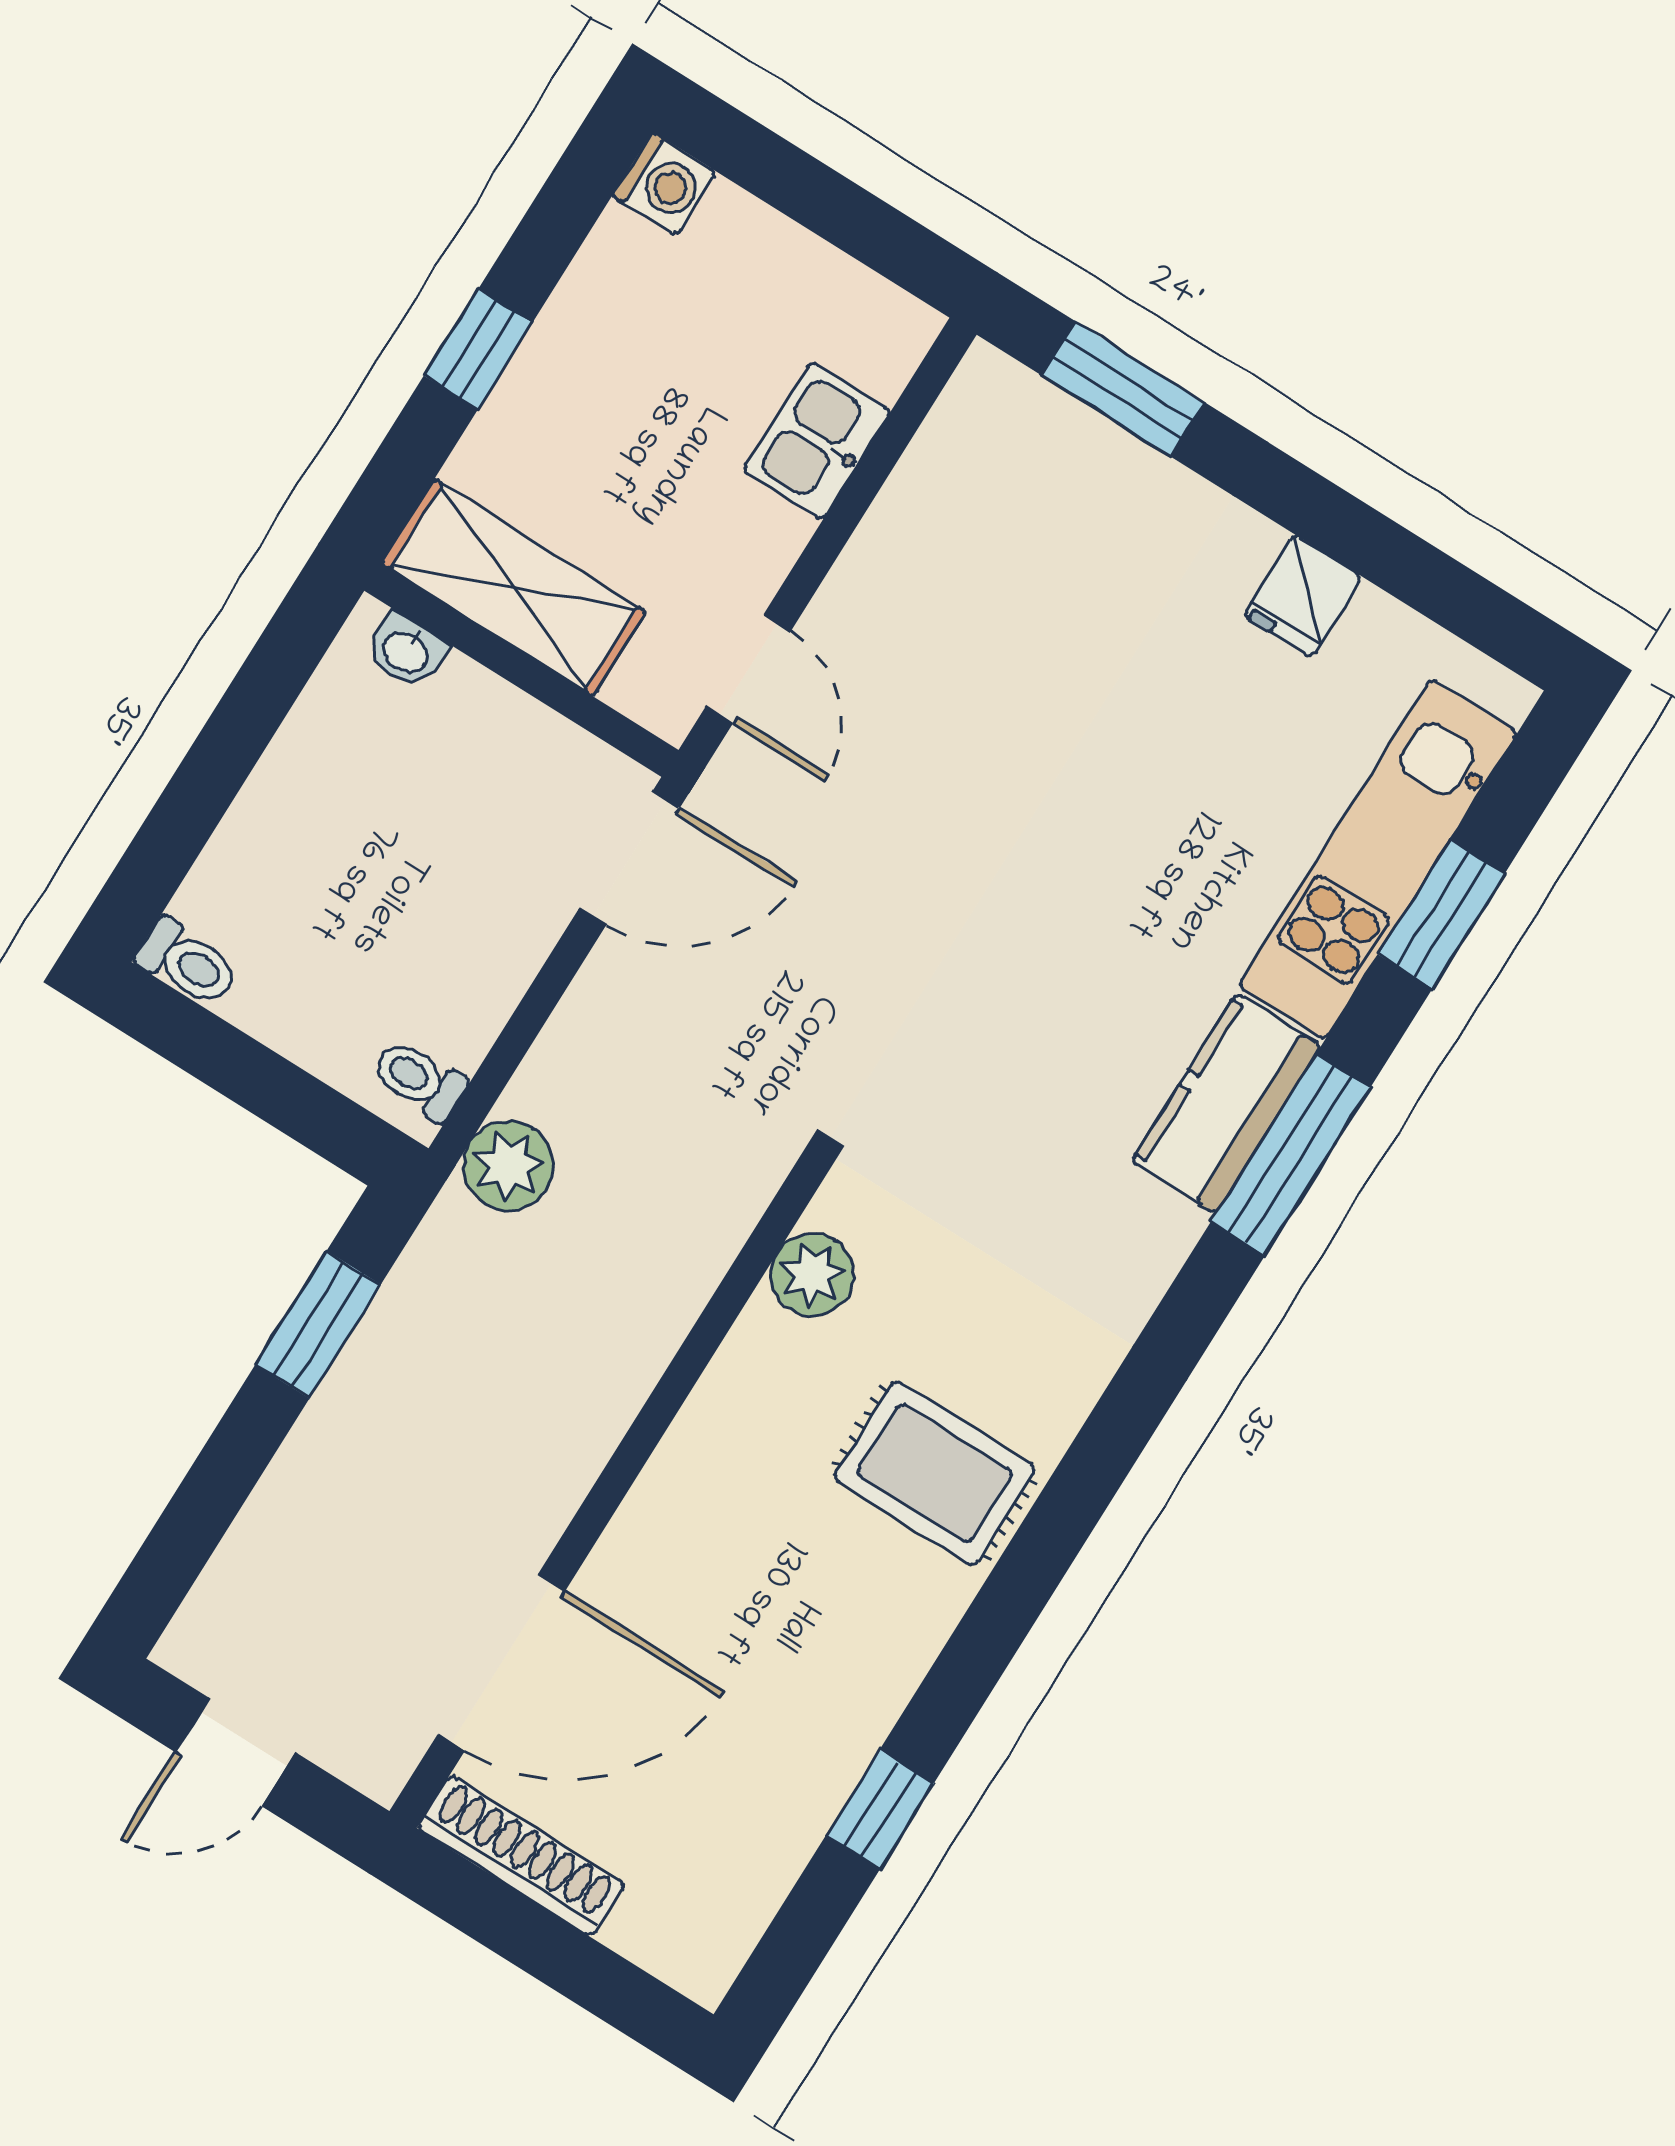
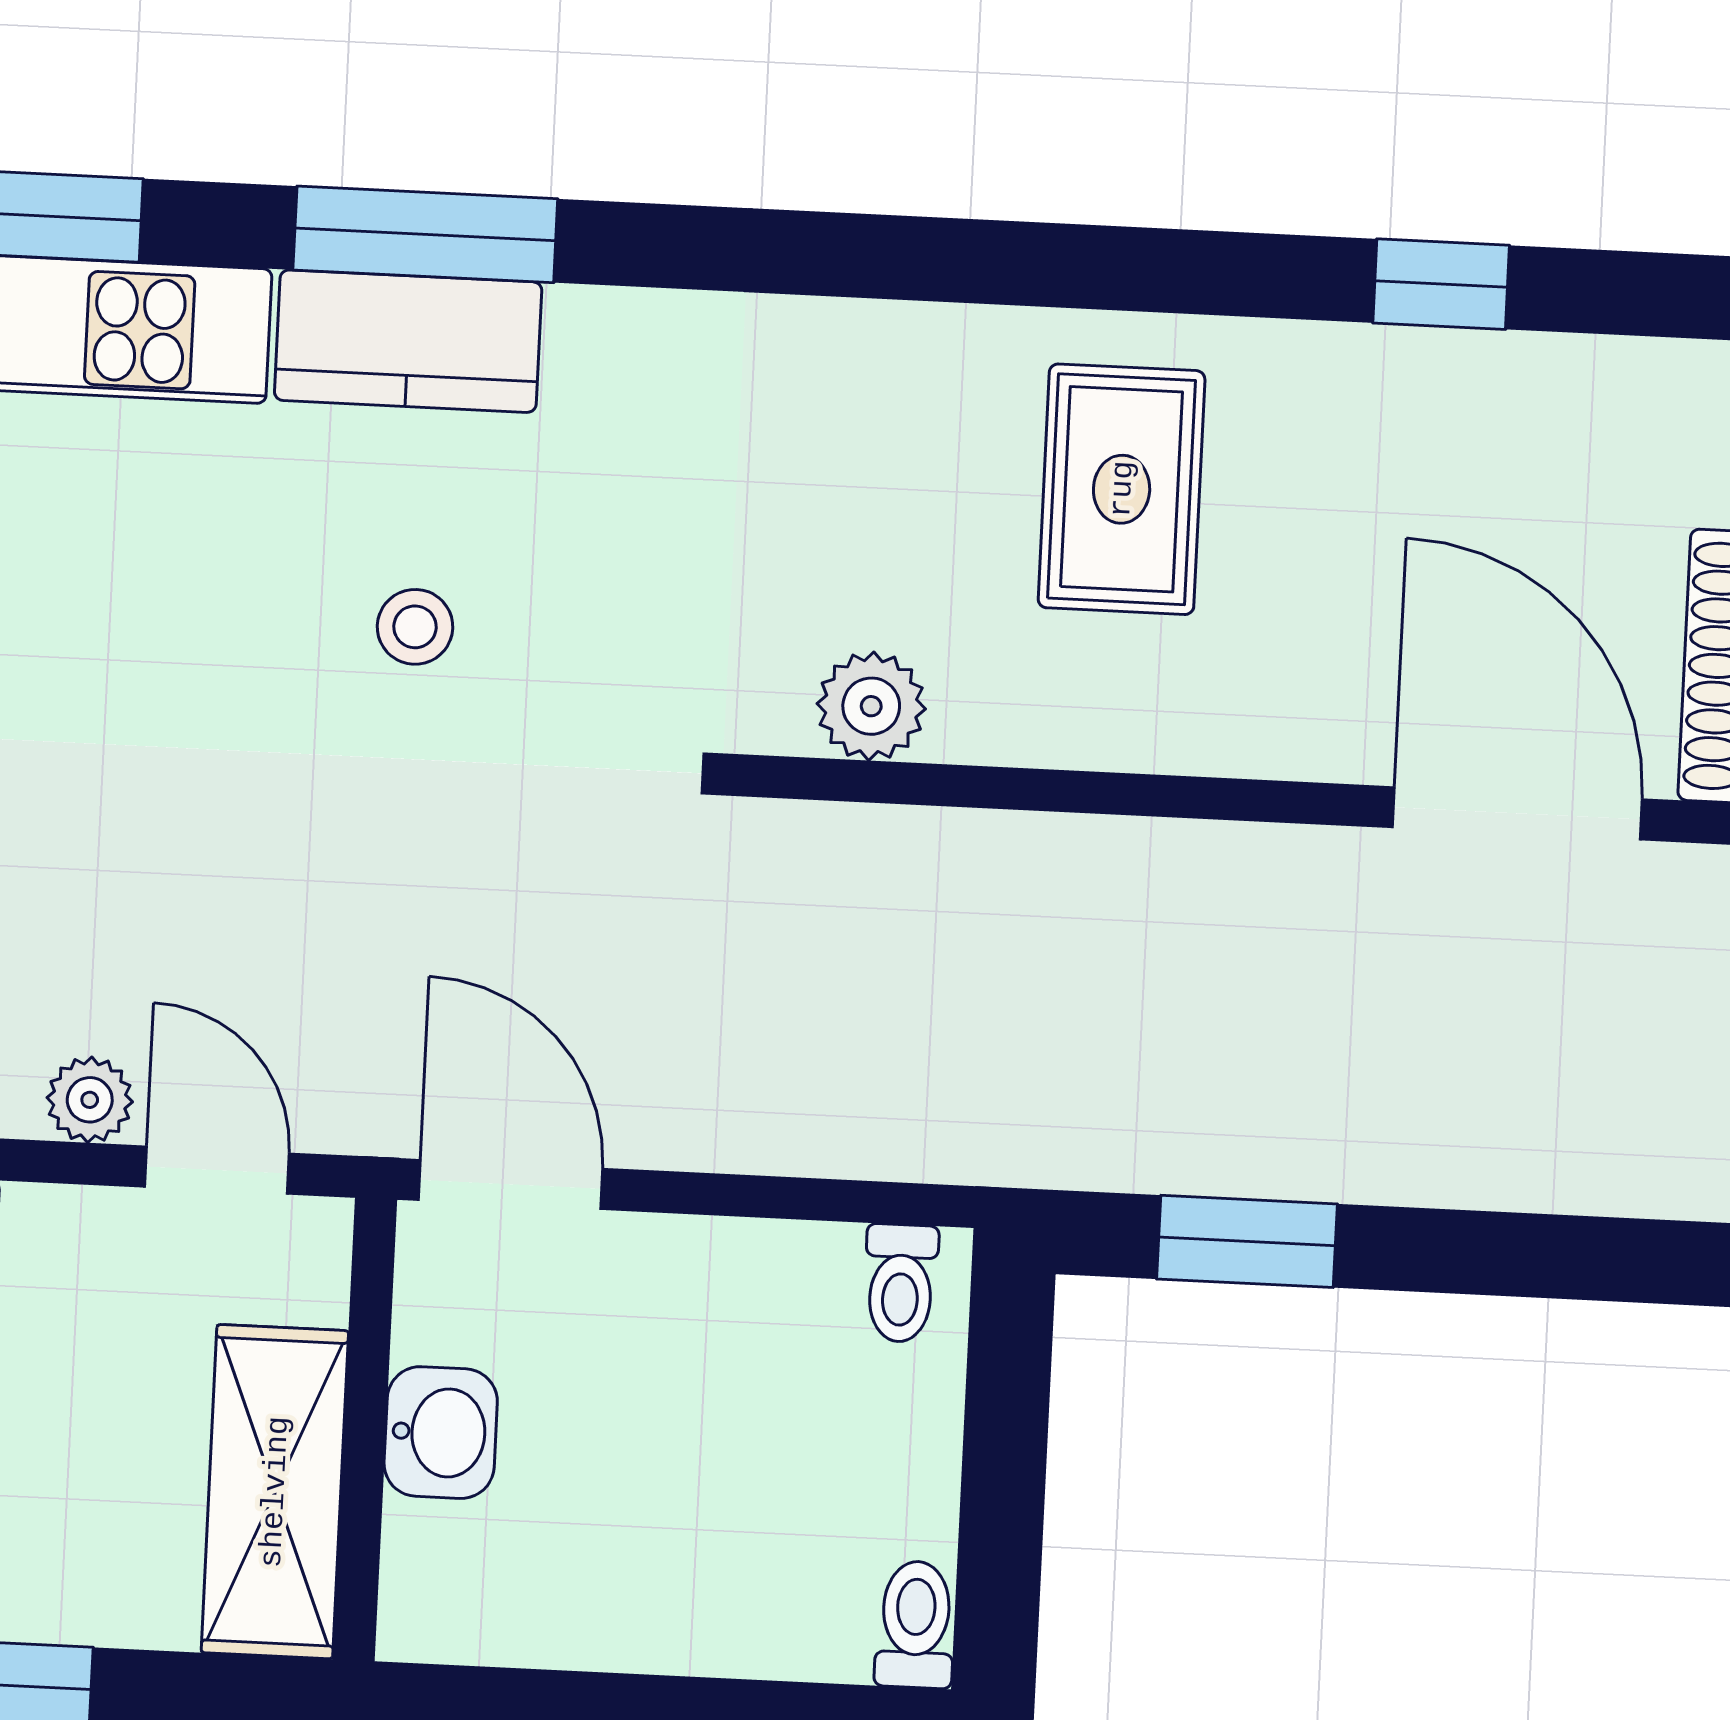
washbasin: (406, 651) -> (441, 1433), moved, width x1.38, depth x1.45
door: (748, 669) -> (217, 1170), hinge flipped
stool: (1034, 1002) -> (415, 627), added
plant: (508, 1166) -> (90, 1100), moved, width x0.73, depth x0.73
rug: (935, 1473) -> (1122, 489), moved

